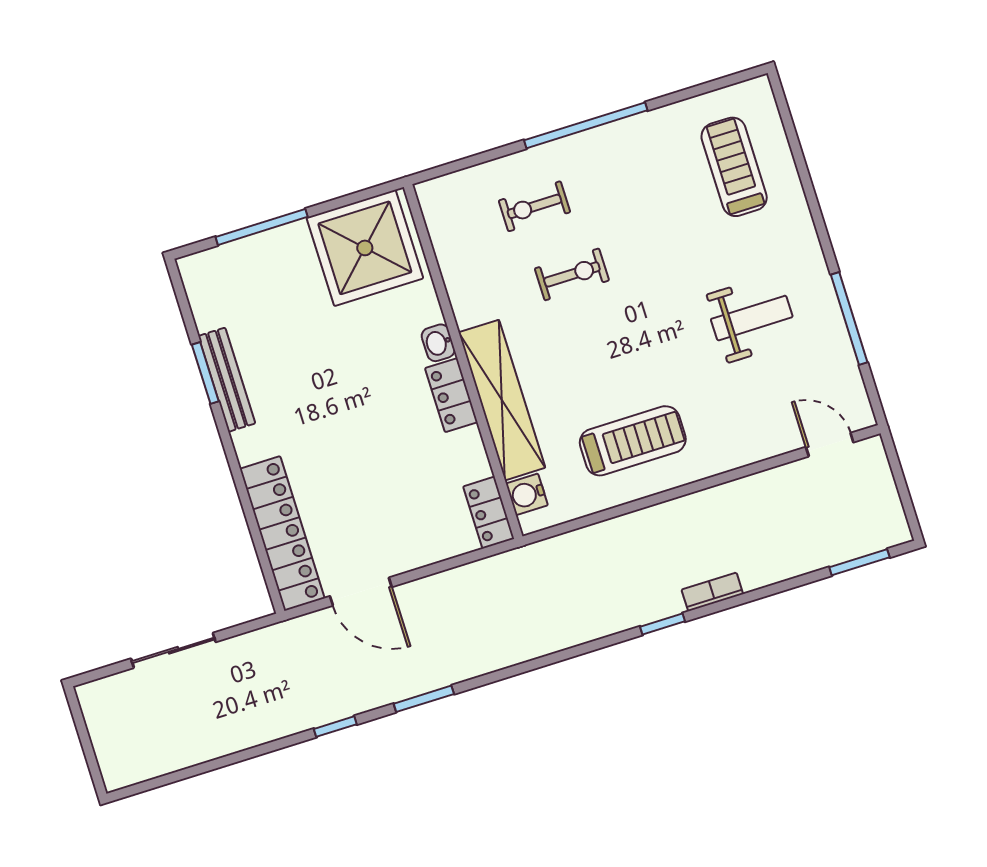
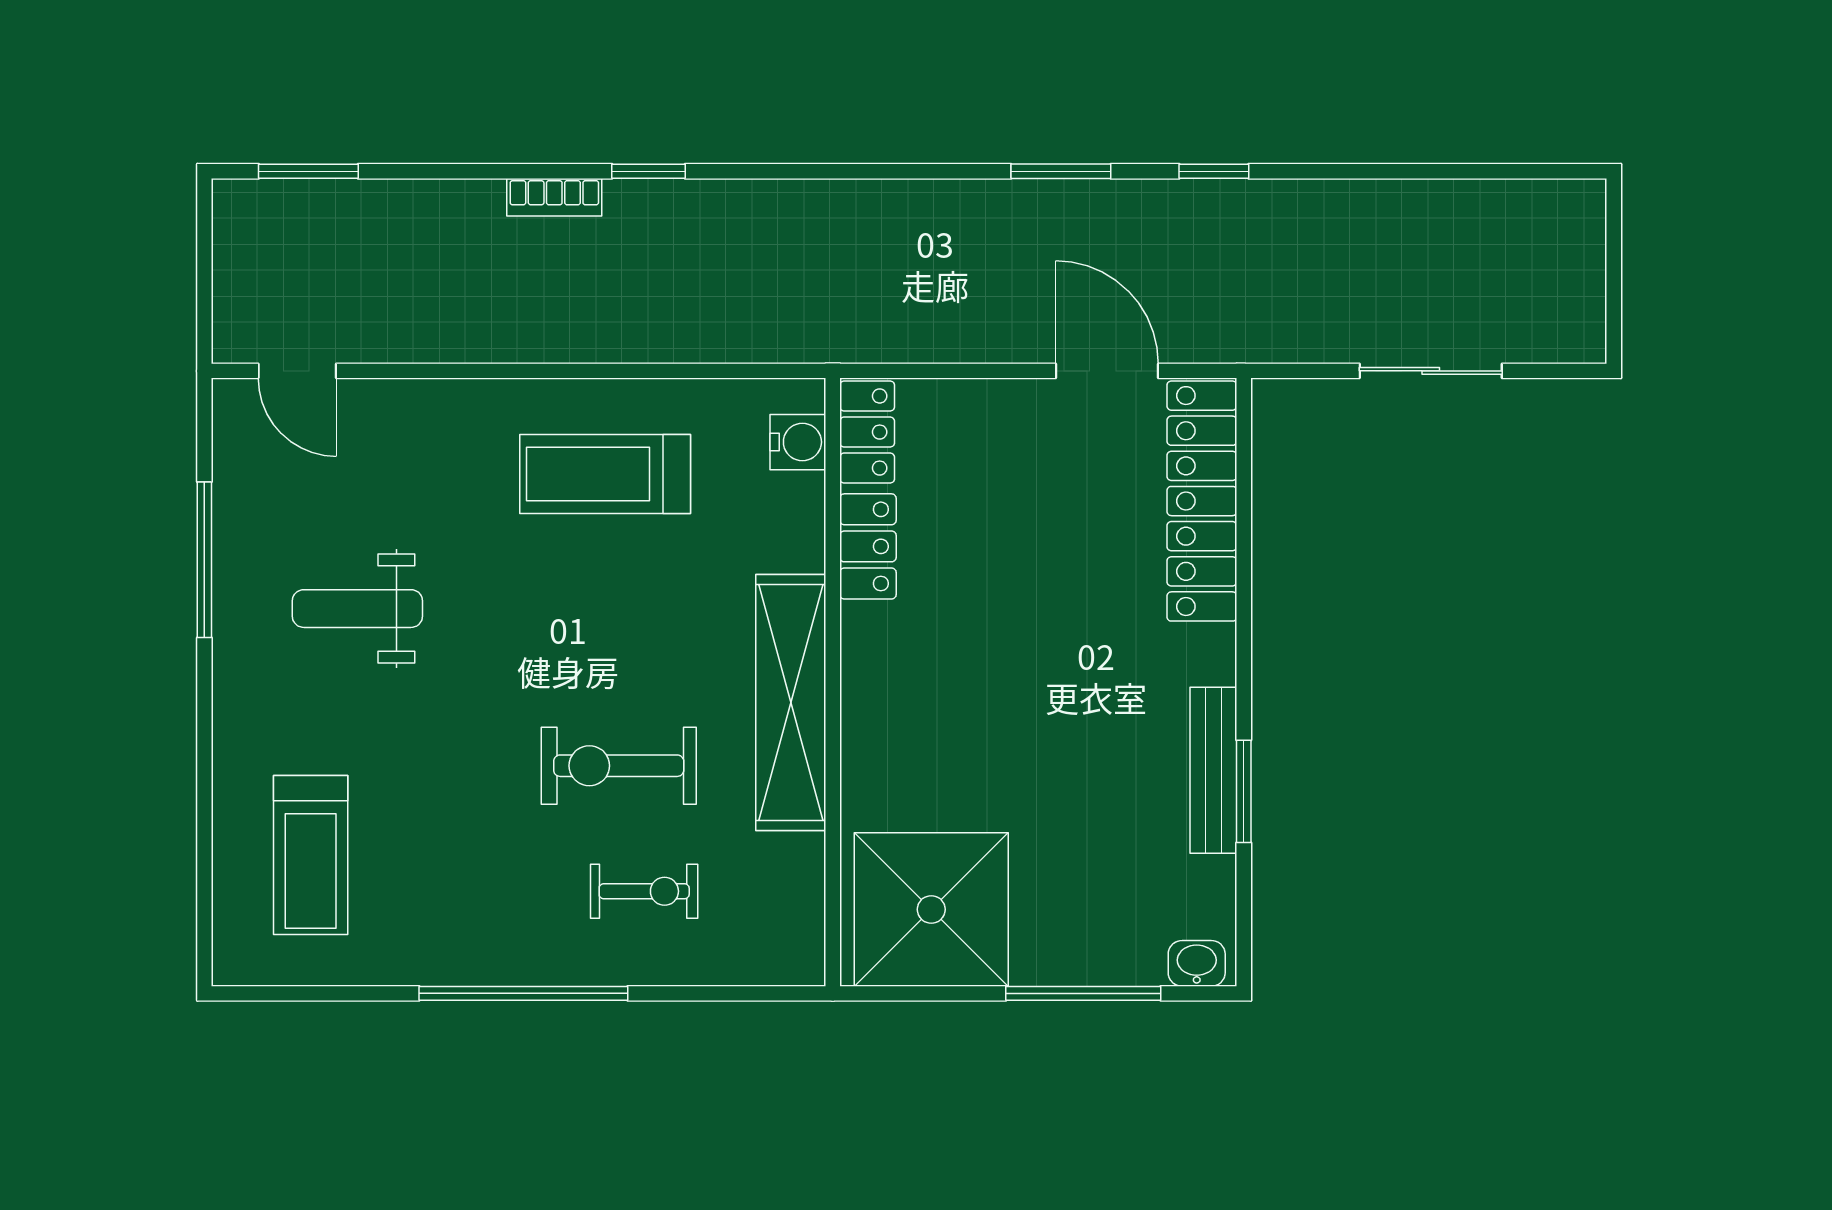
exercise bike: (572, 274) -> (619, 766), width x1.38, depth x1.39
washbasin: (438, 343) -> (1197, 963), moved, turned -90
locker: (451, 395) -> (868, 546), moved
shelving: (502, 400) -> (791, 702), moved

